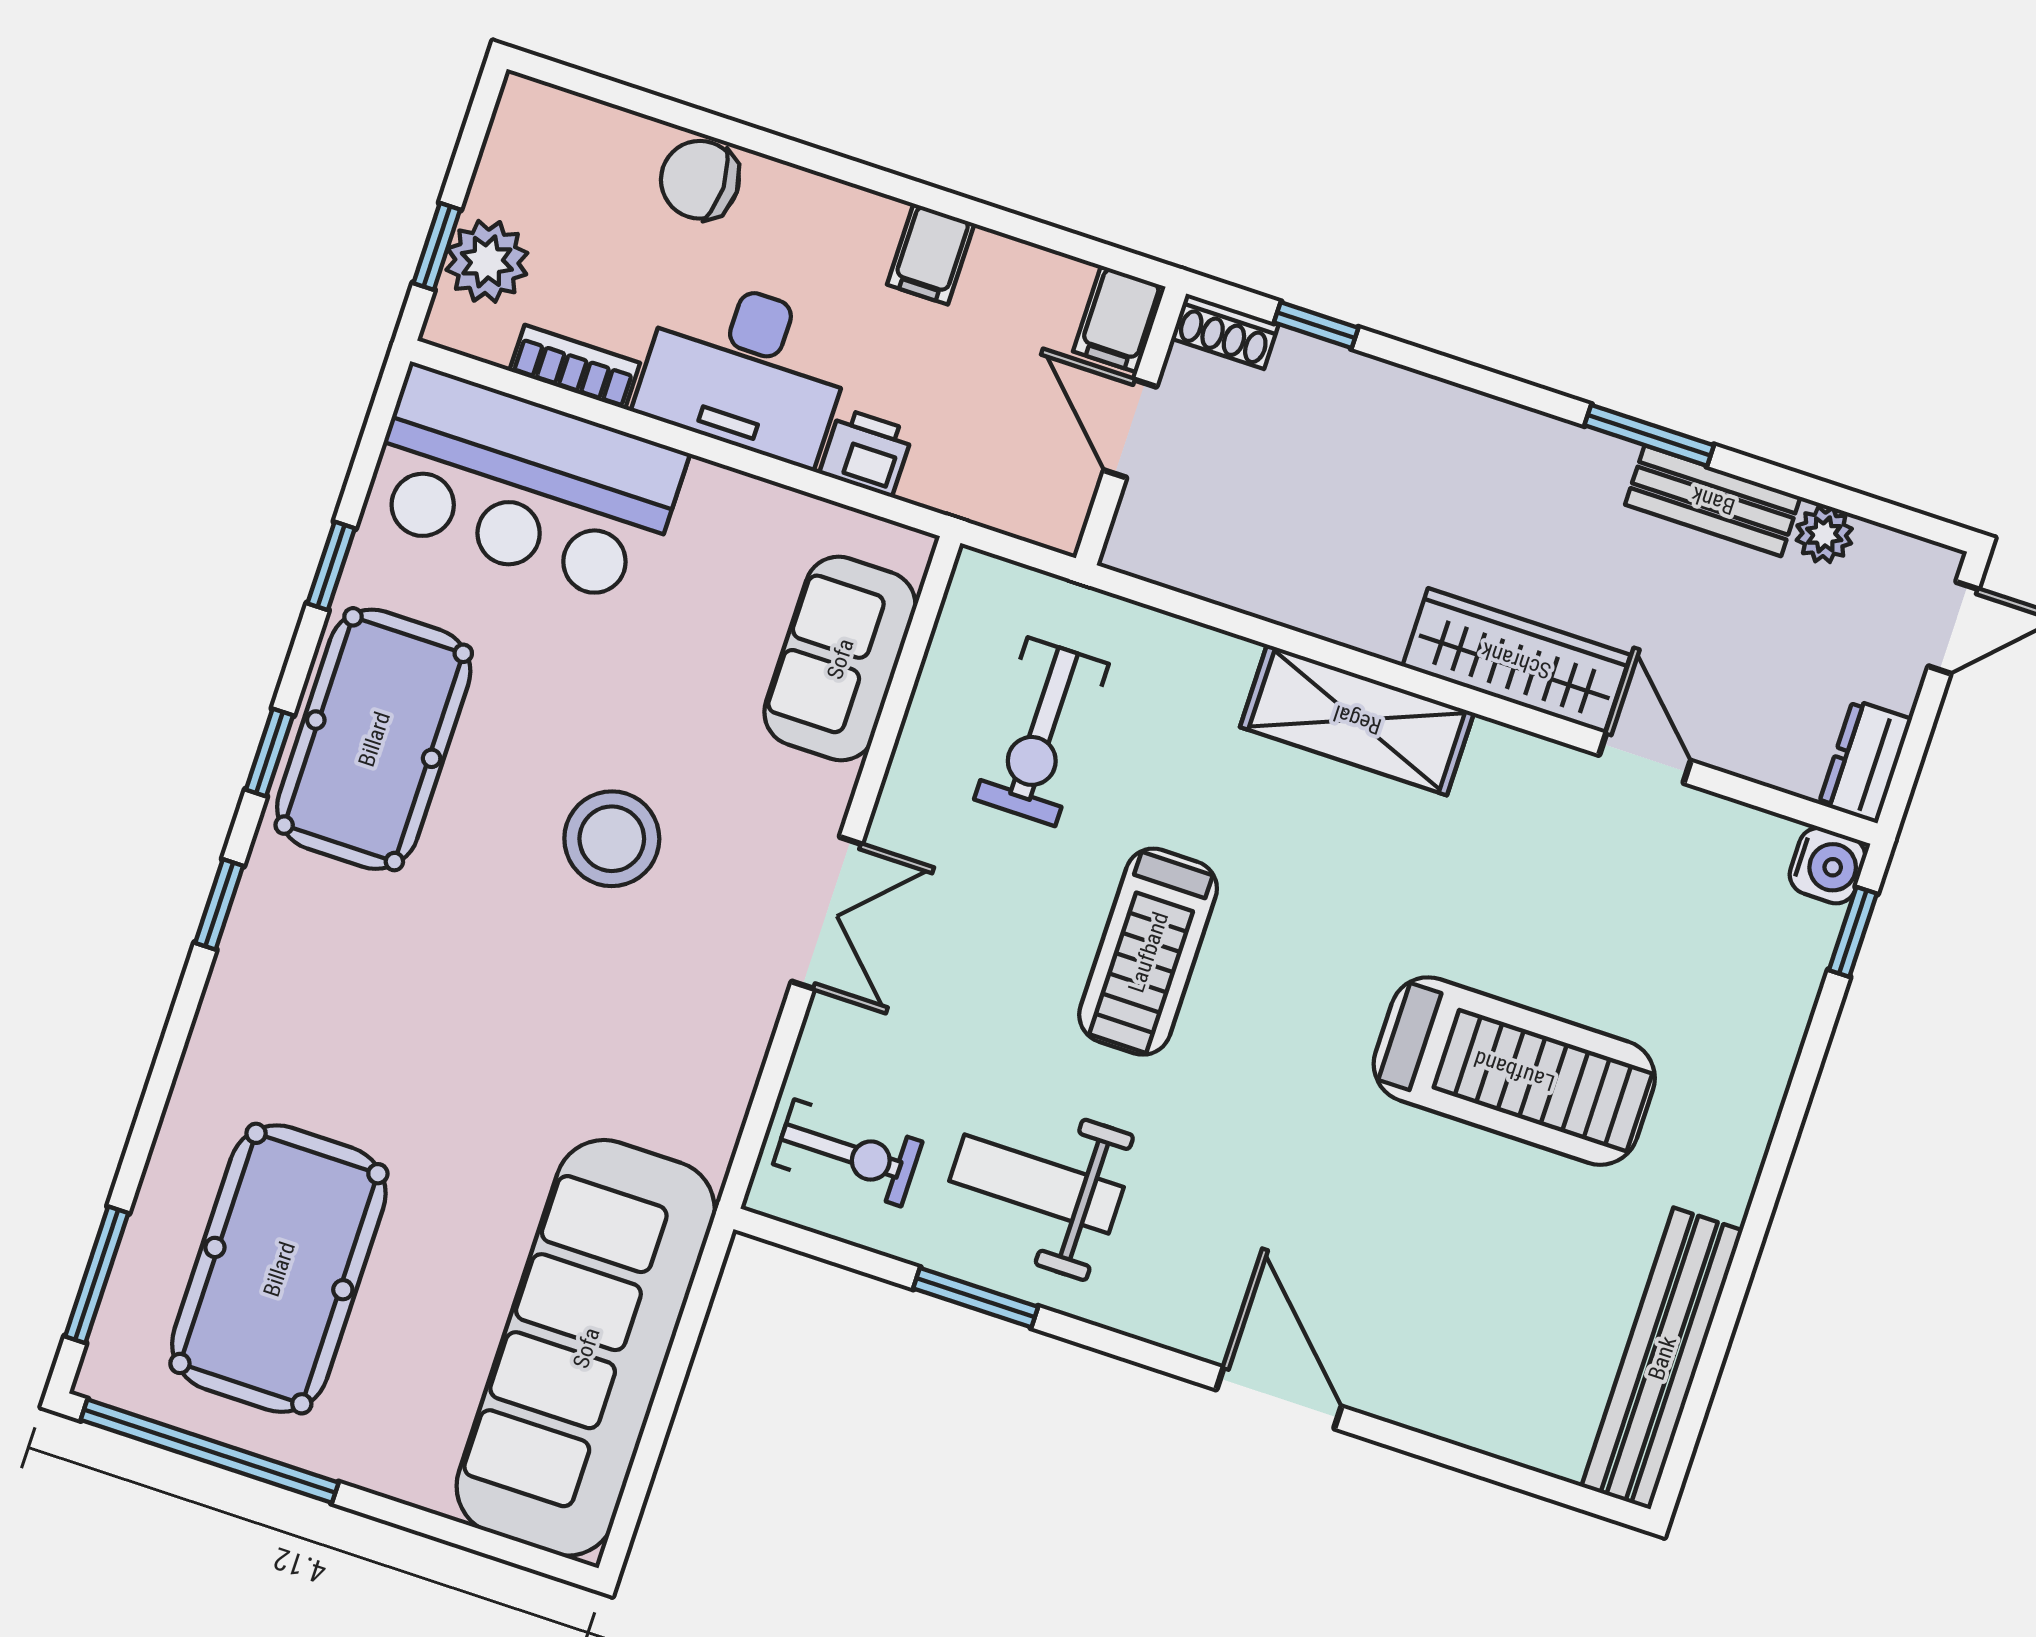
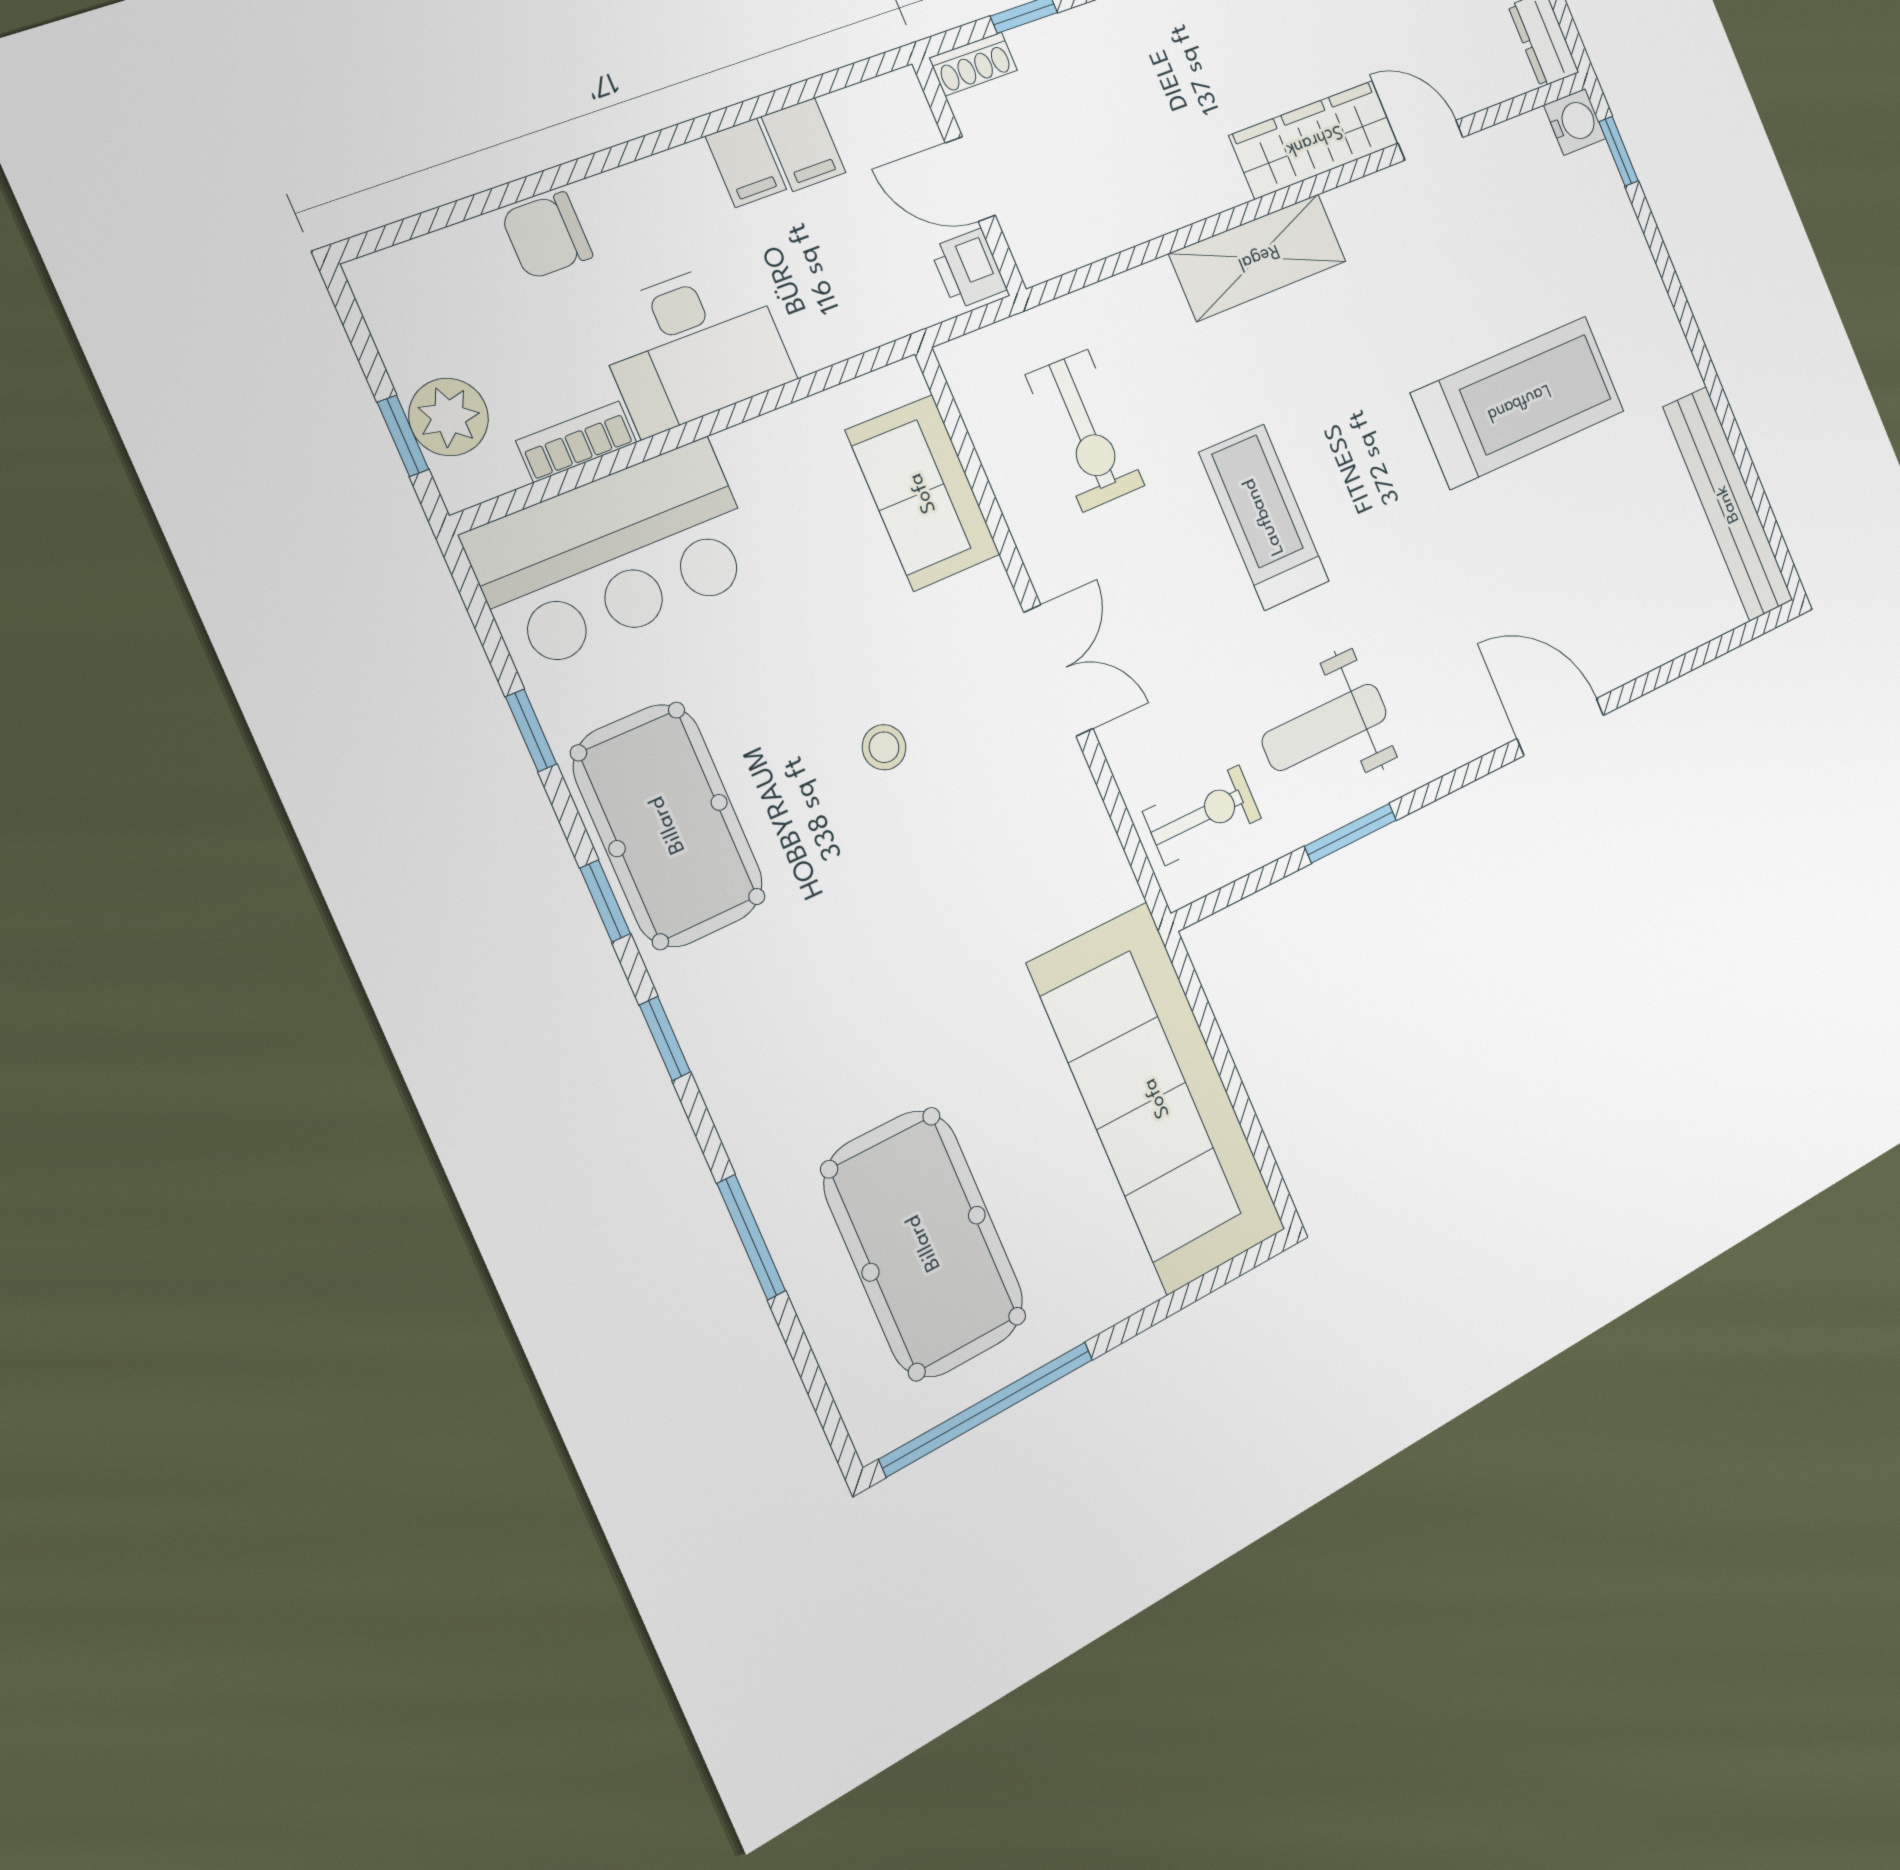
filing cabinet: (1119, 319) -> (804, 145), moved
printer: (866, 452) -> (968, 269), moved, turned -90
stool: (612, 839) -> (884, 747), width x0.53, depth x0.53
treadmill: (1148, 952) -> (1264, 517), turned 180
window: (97, 1275) -> (751, 1237), moved

